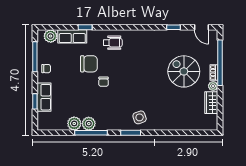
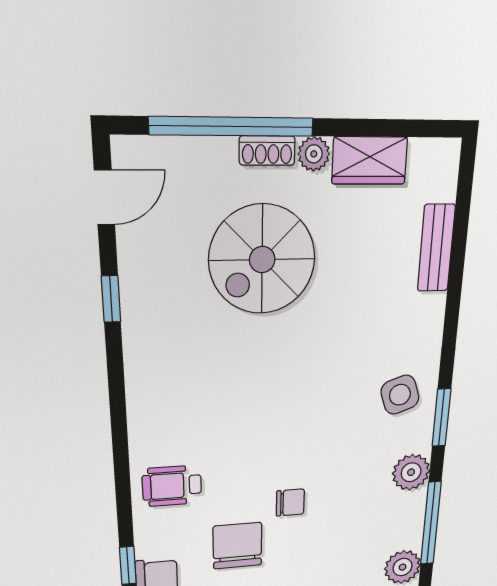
wheelchair: (113, 43) -> (172, 486), turned -90
plant: (89, 124) -> (411, 472), moved
bench: (186, 125) -> (436, 248), added

